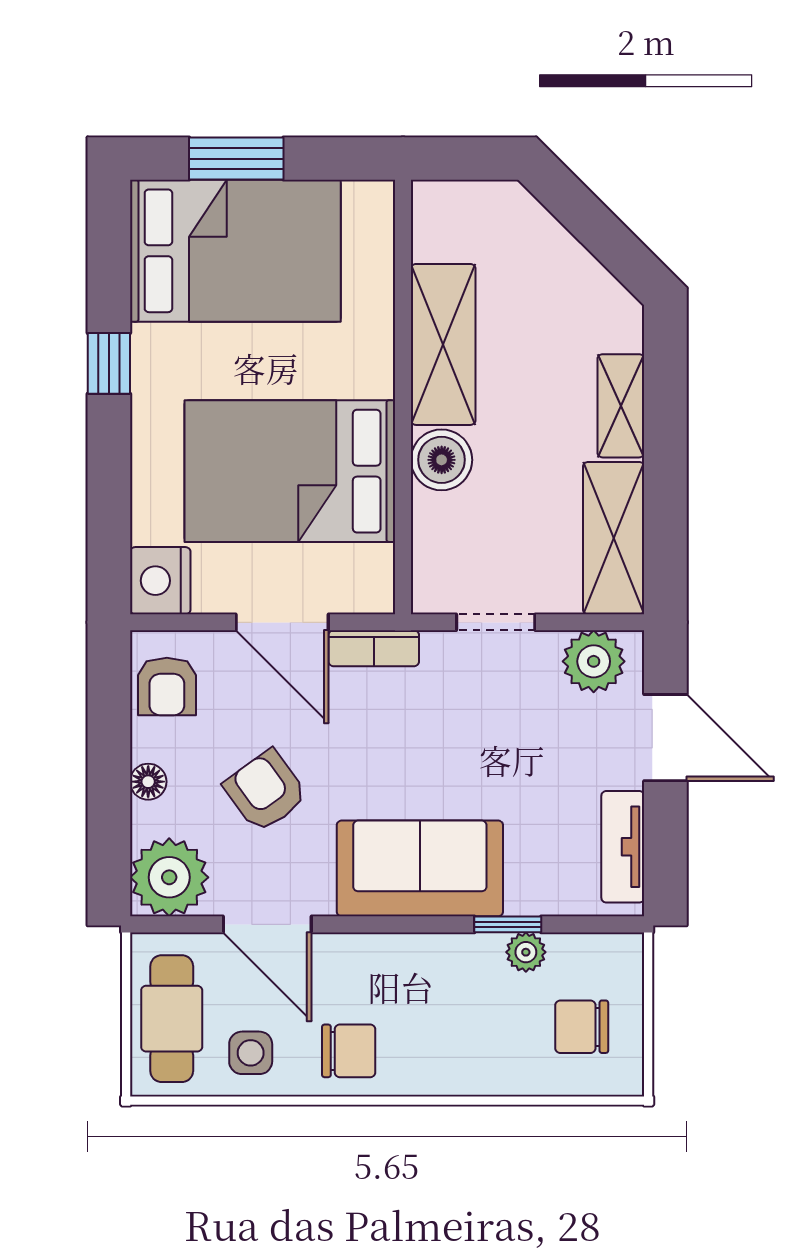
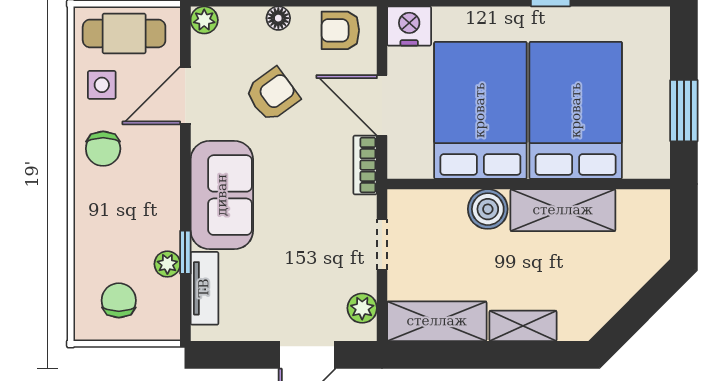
window: (236, 159) -> (684, 111), moved
bed: (235, 251) -> (576, 110), moved, turned 180
door: (282, 622) -> (382, 105), hinge flipped
plant: (594, 661) -> (362, 308), width x0.73, depth x0.73
tv unit: (623, 847) -> (204, 288), moved, turned 90
plant: (169, 877) -> (204, 20), width x0.53, depth x0.53

